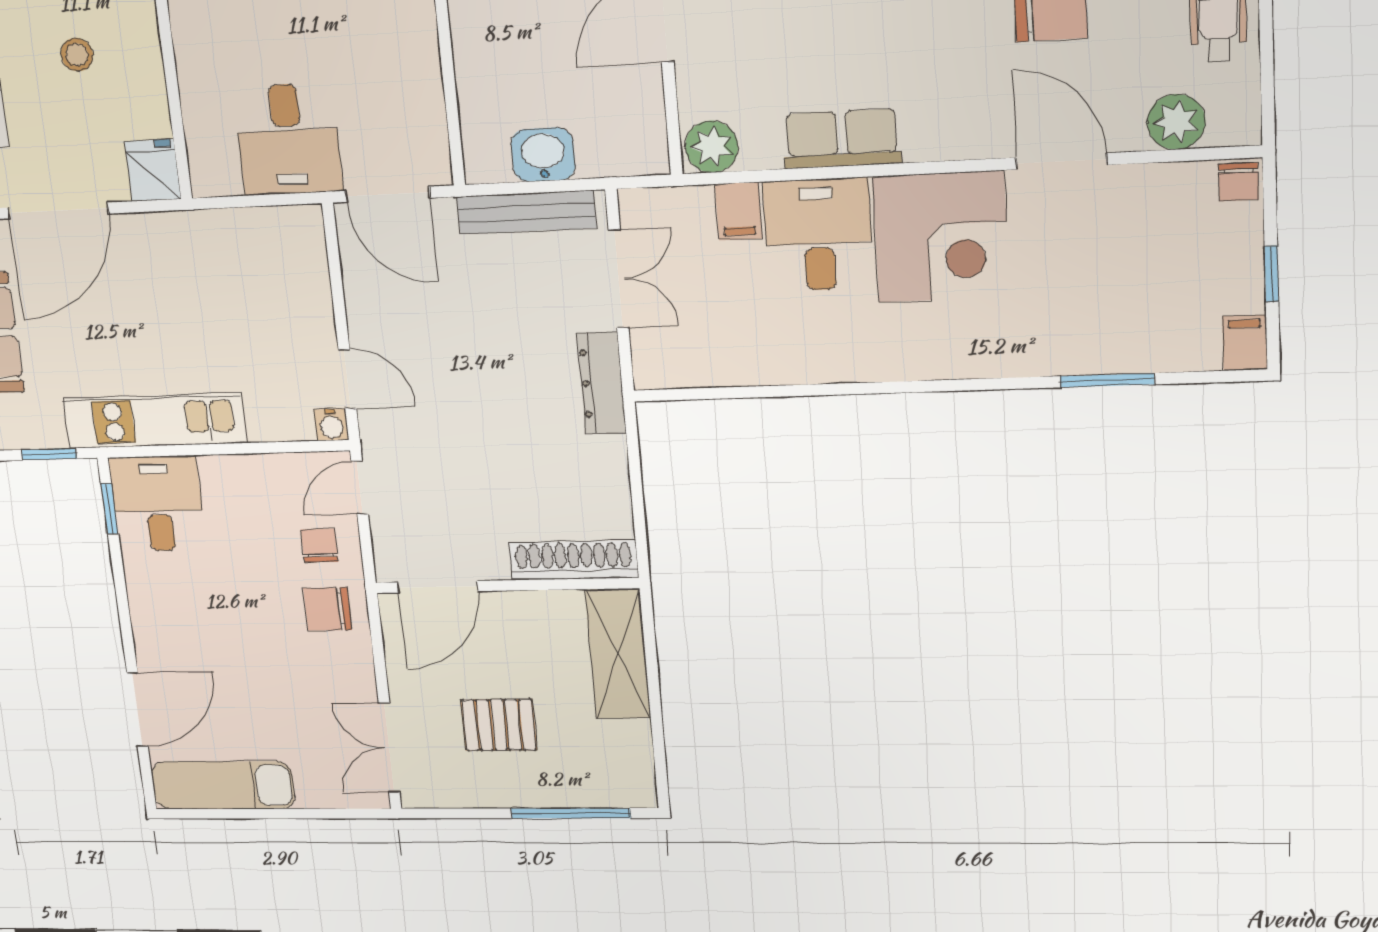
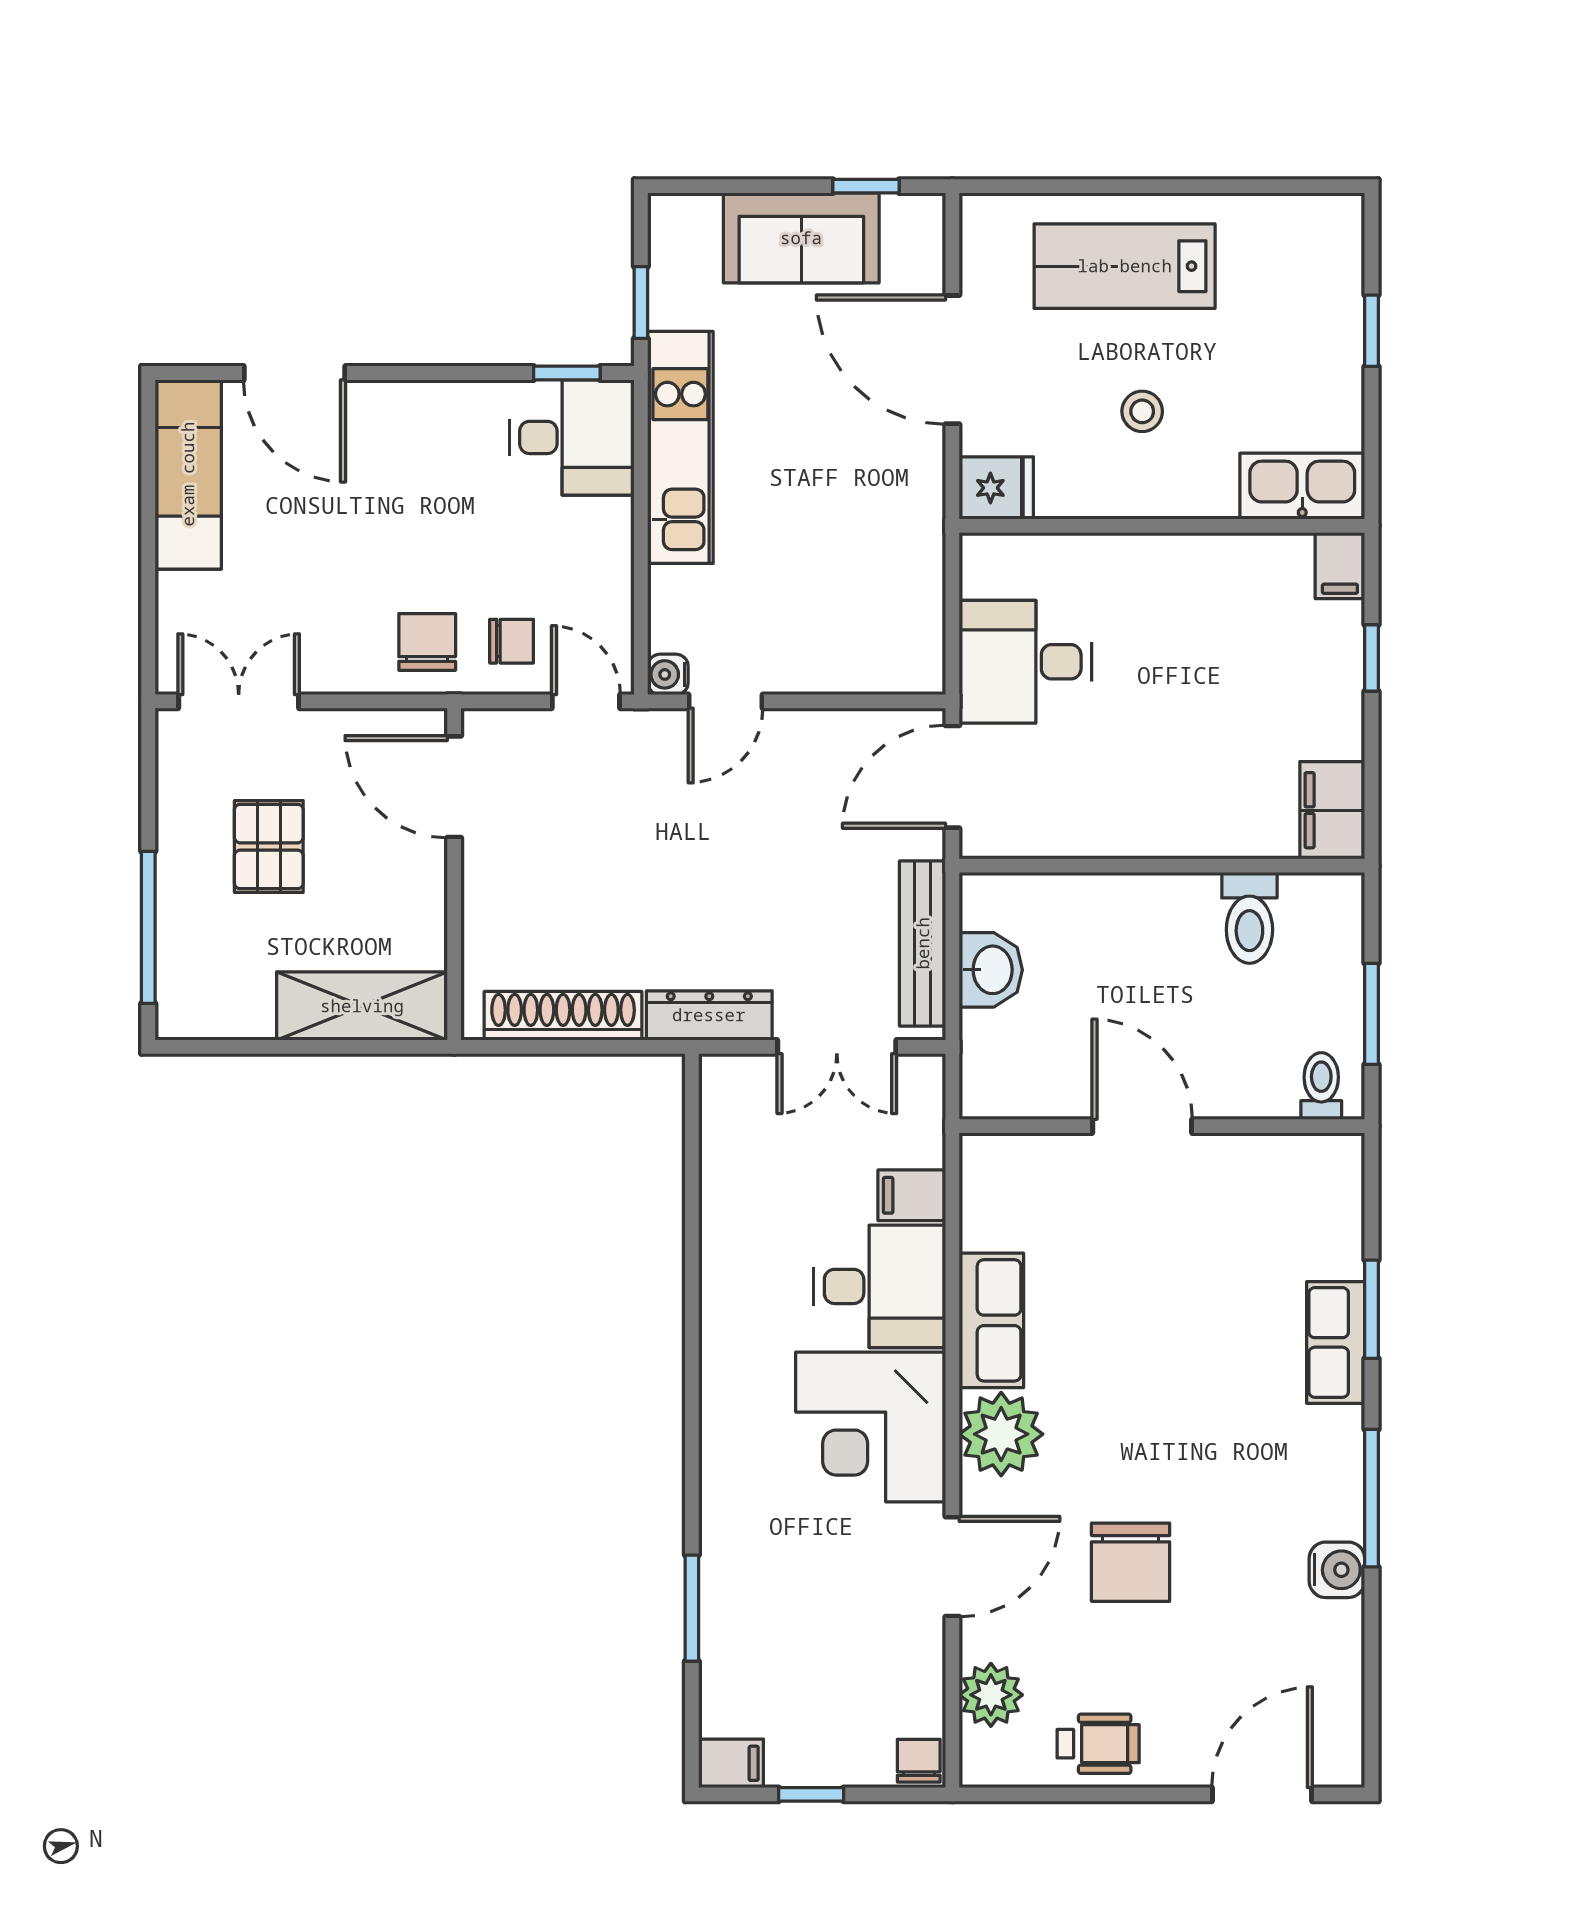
plant: (712, 147) -> (1001, 1434), moved, width x1.36, depth x1.36
chair: (1238, 182) -> (919, 1761), turned 90
shoe rack: (574, 560) -> (563, 1016), moved, turned -90

